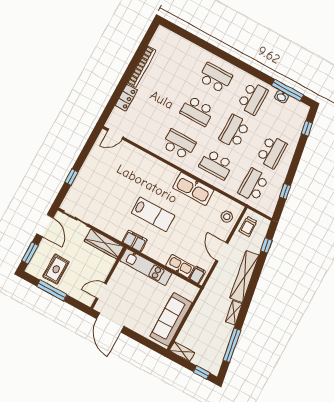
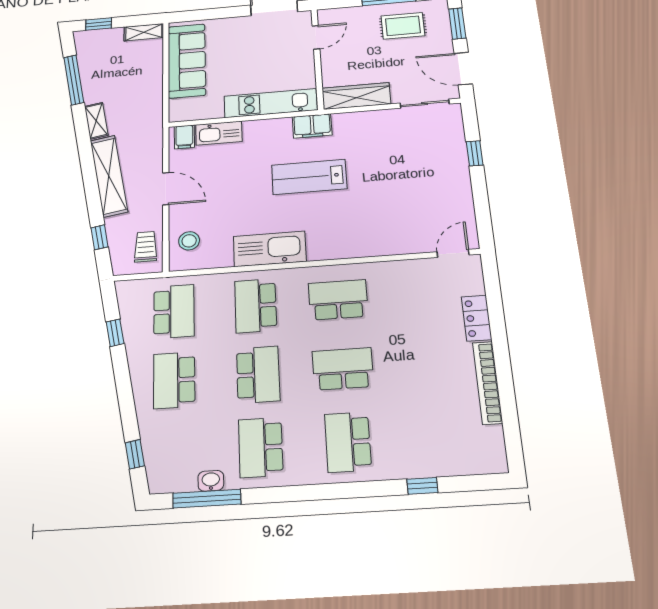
window: (197, 41) -> (422, 486), added
school desk: (215, 78) -> (348, 442), turned 90
school desk: (179, 144) -> (338, 300), turned 180
school desk: (216, 165) -> (256, 306), turned -90
rug: (56, 269) -> (403, 26), turned 90

